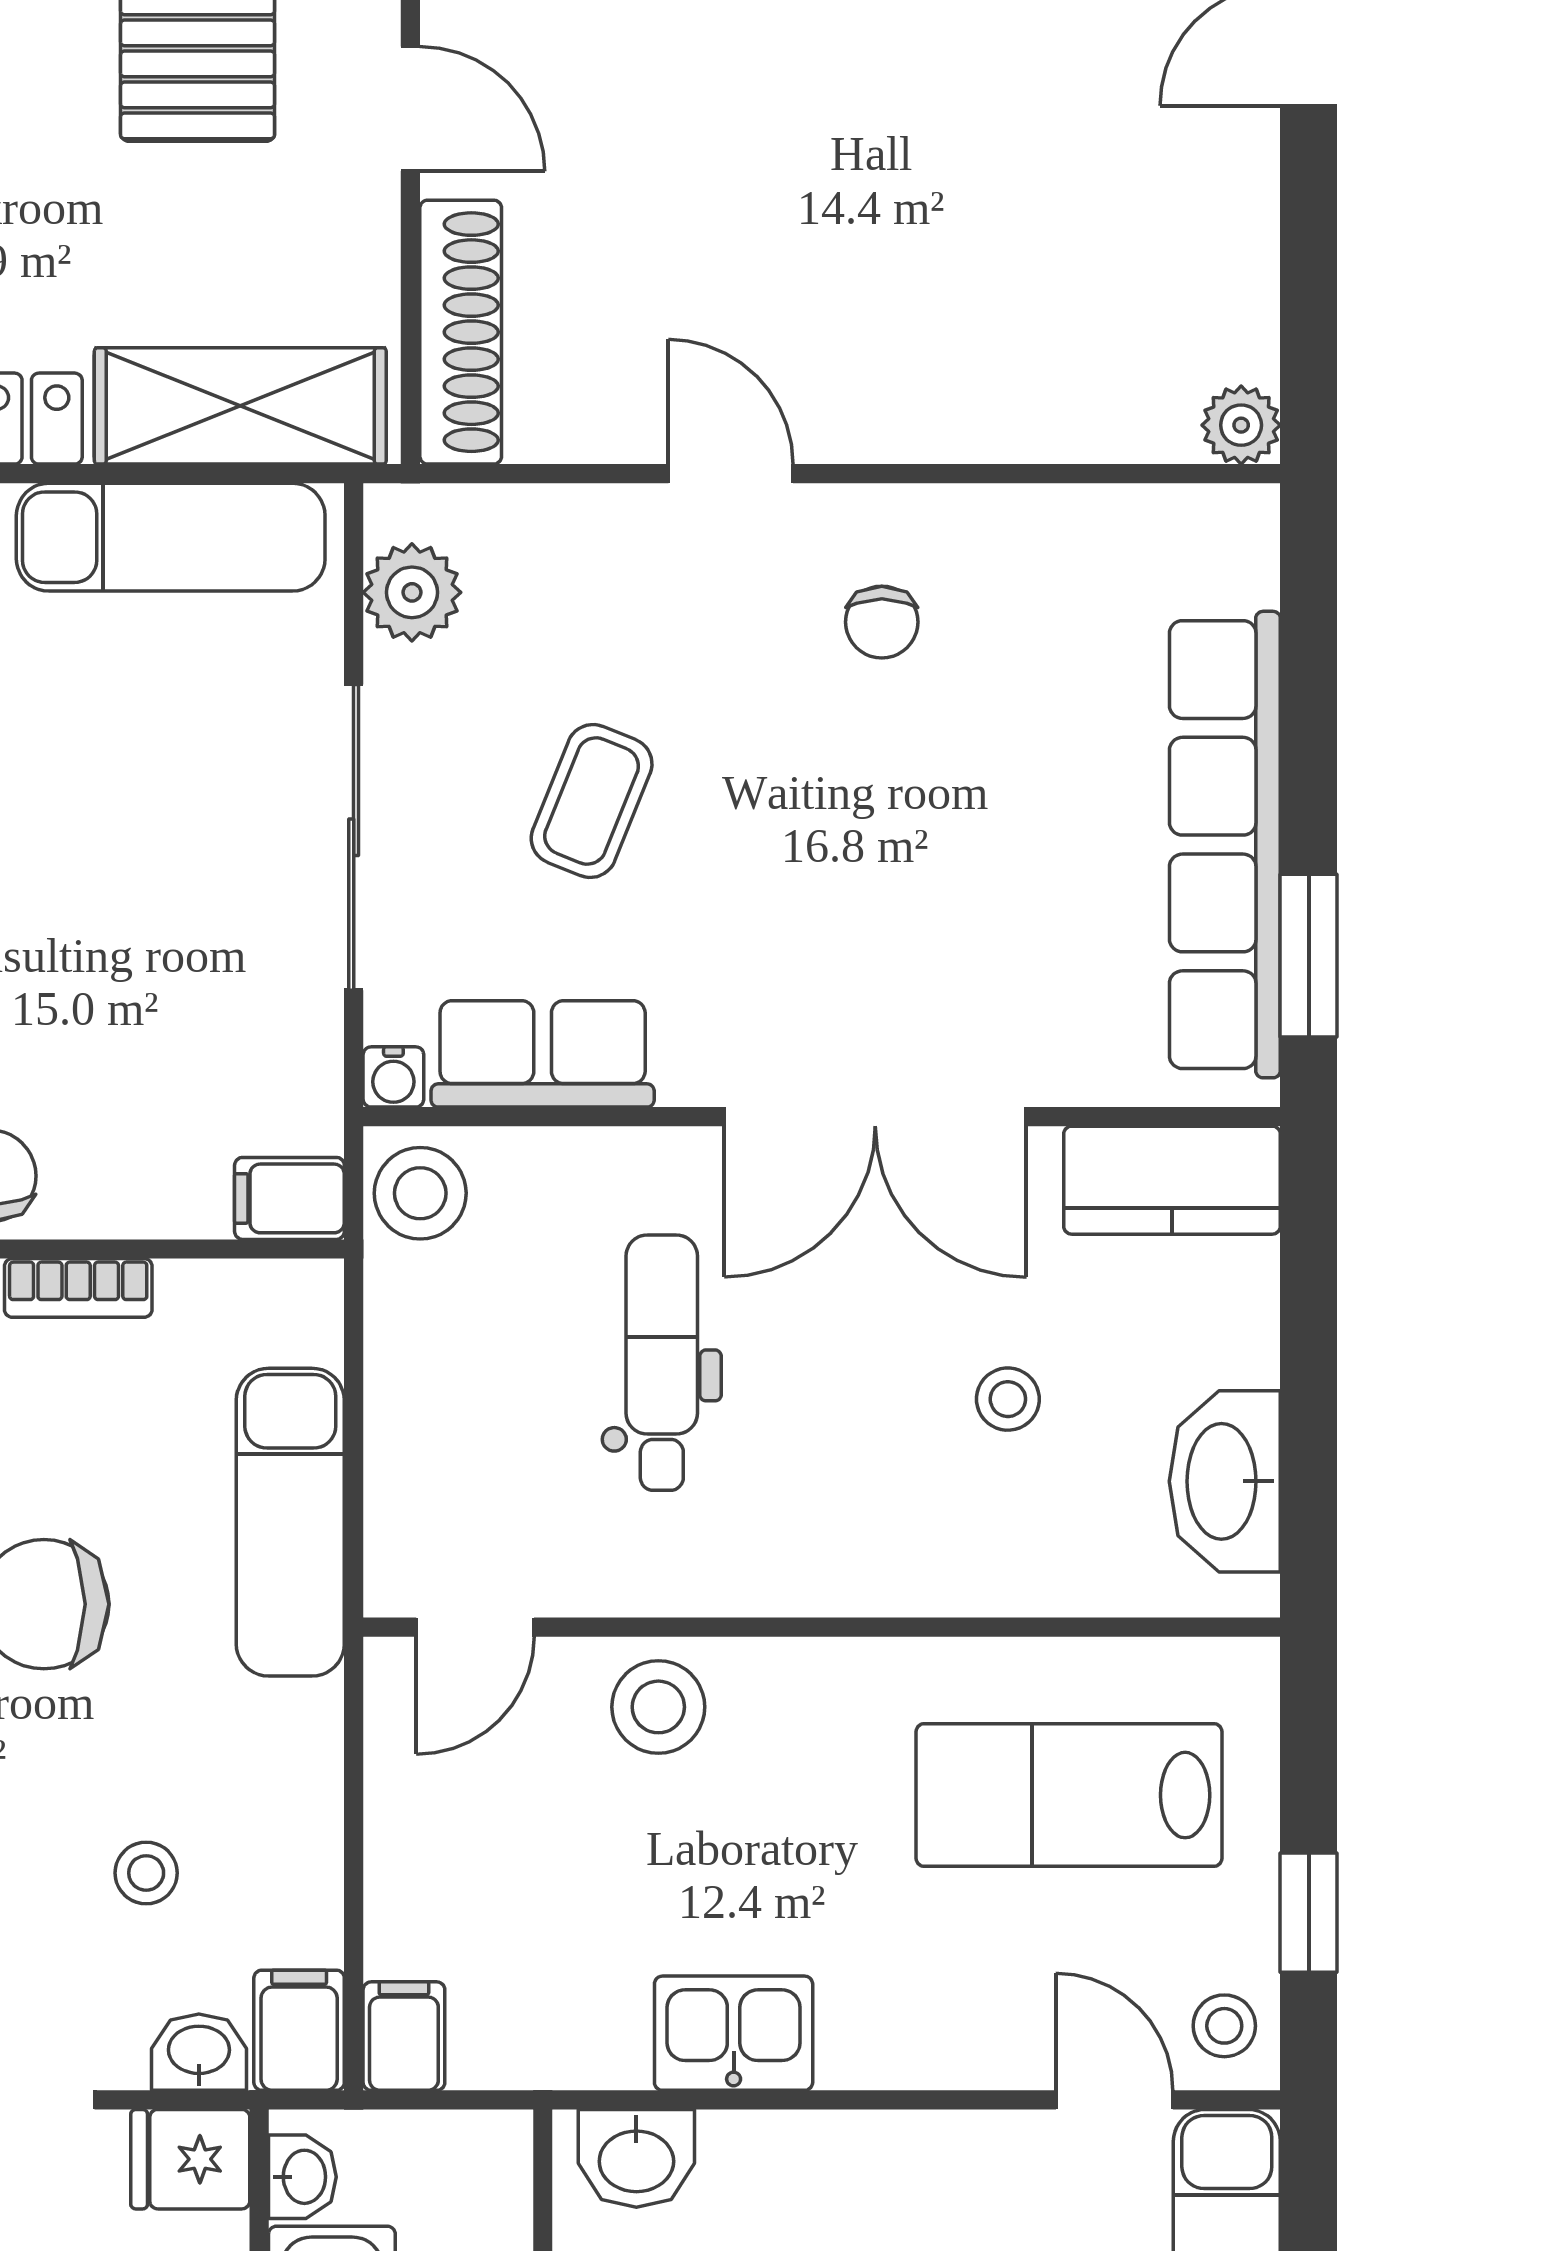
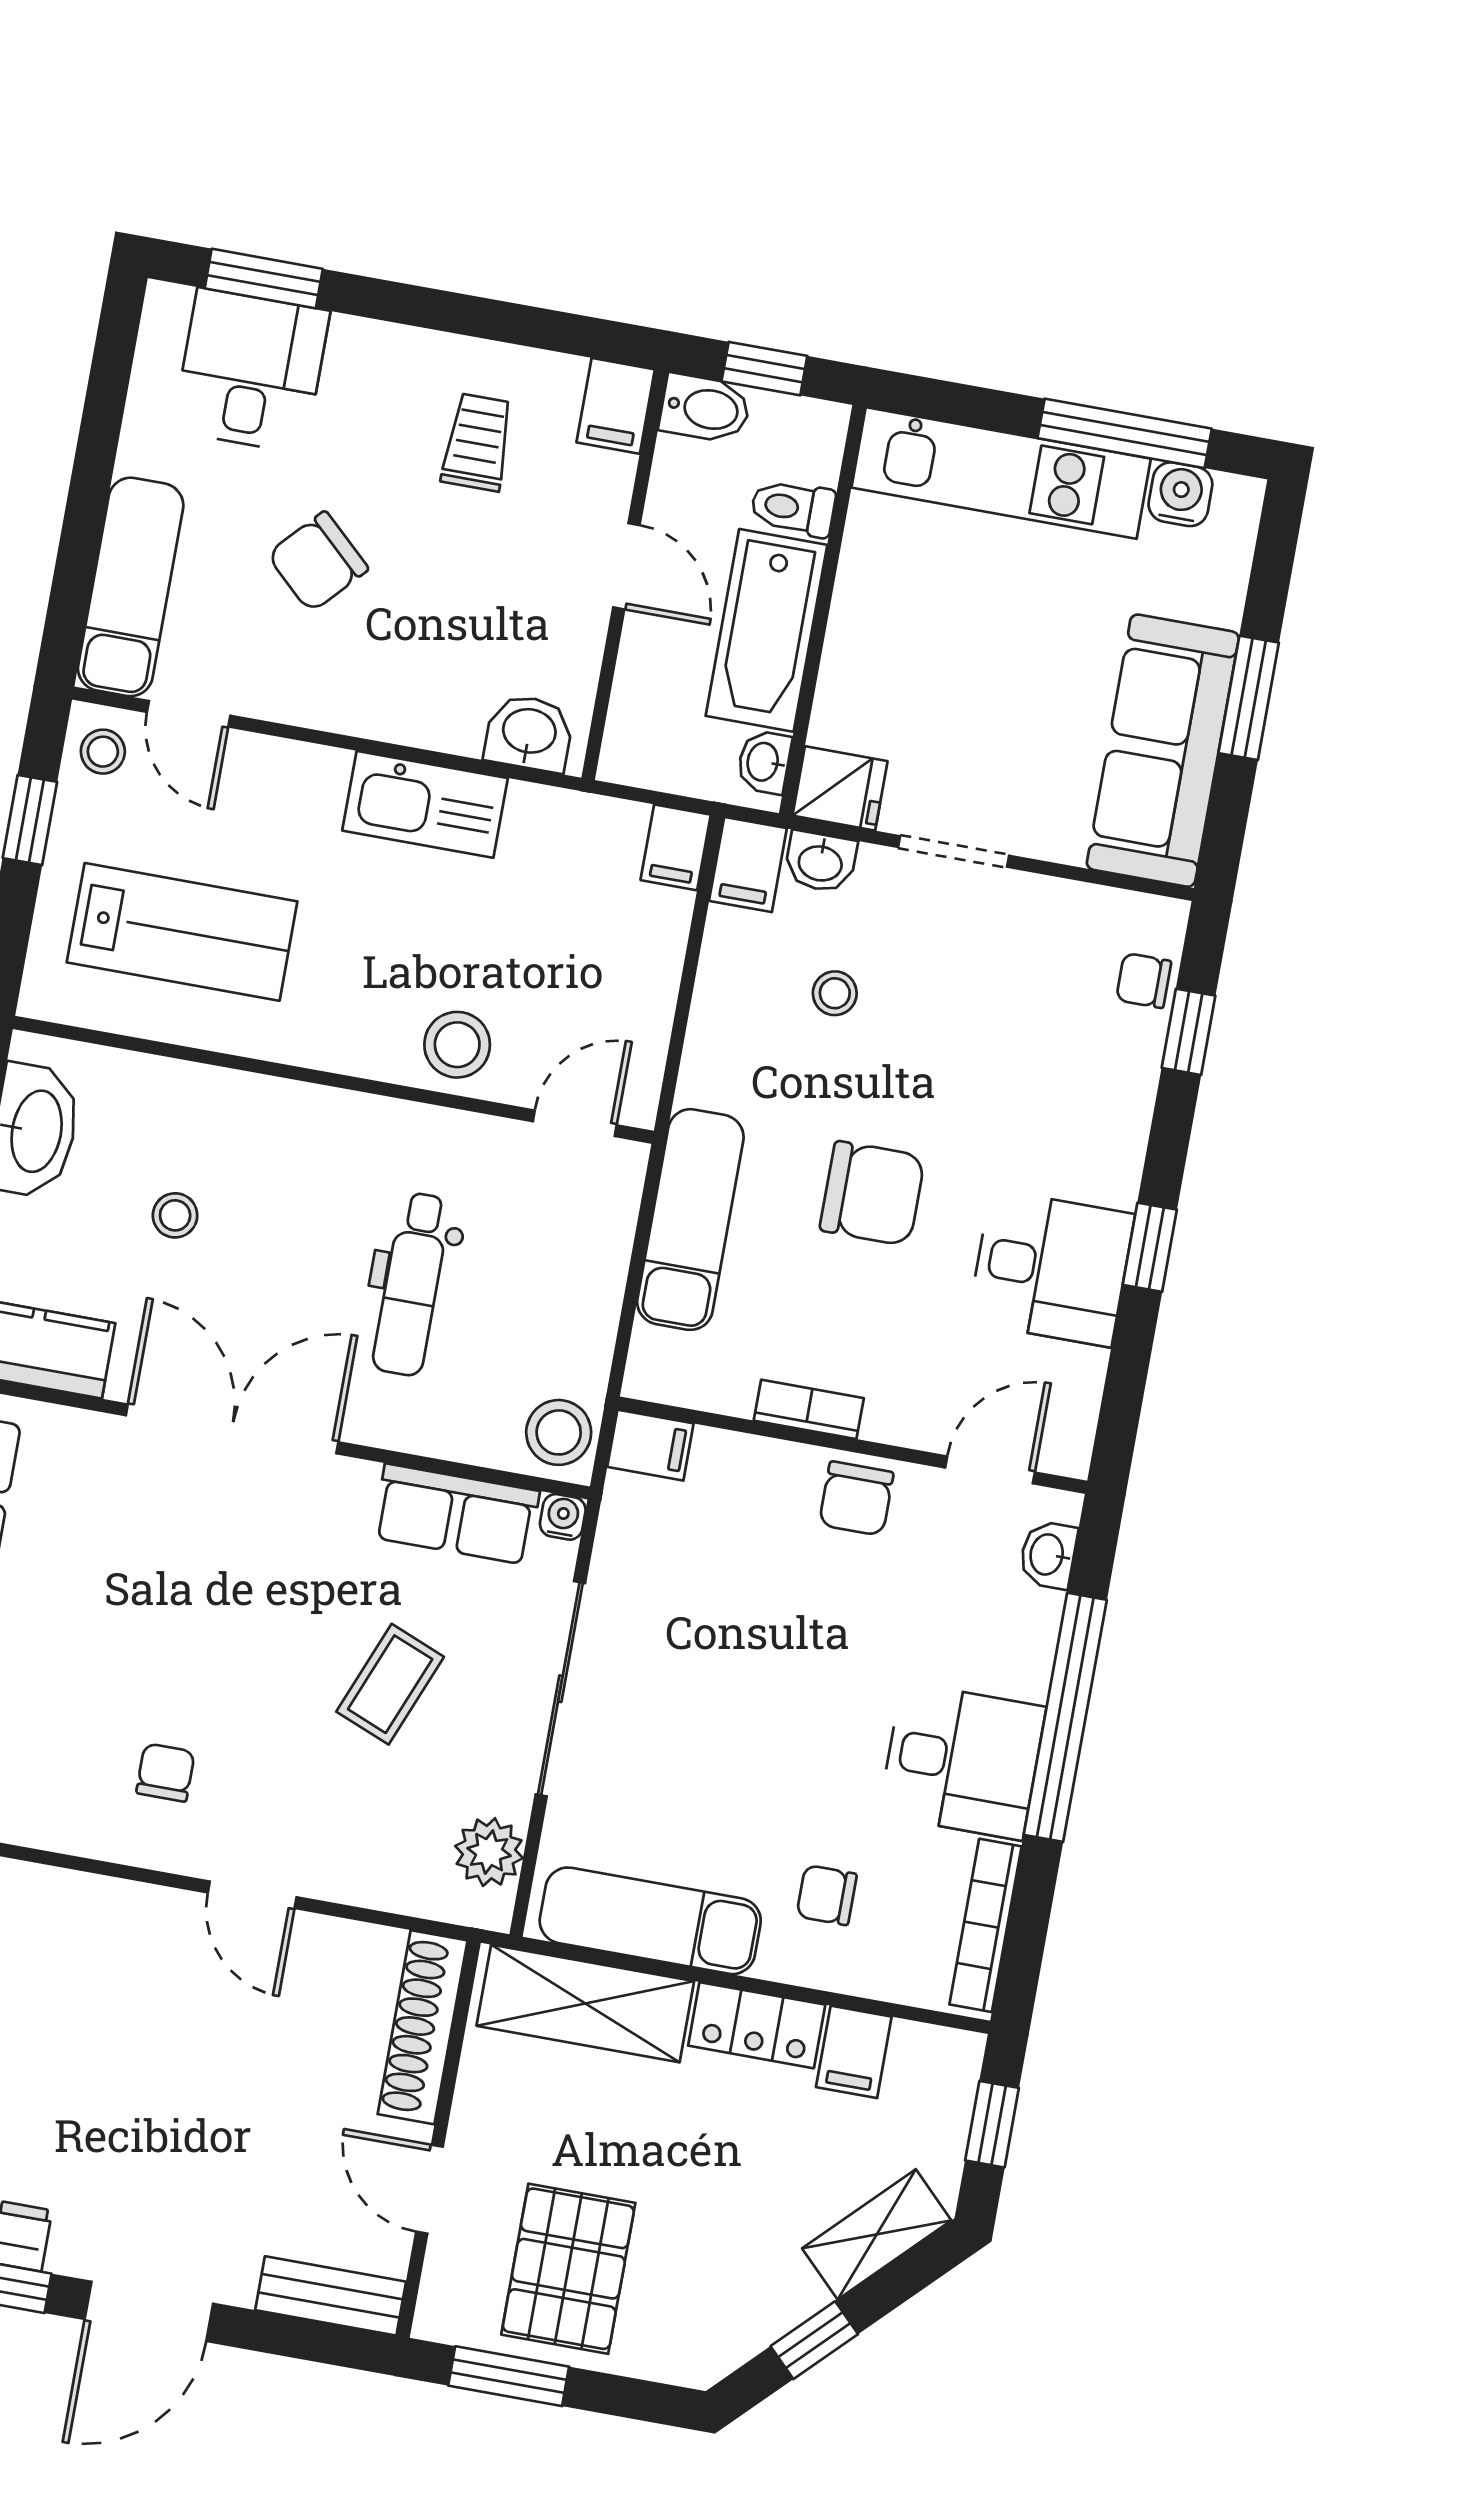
kitchen sink: (734, 2033) -> (425, 804), width x1.38

